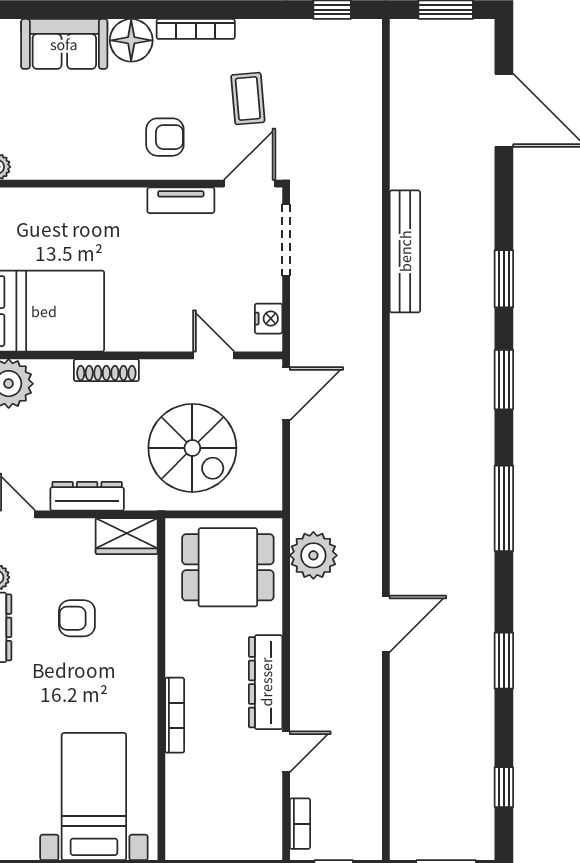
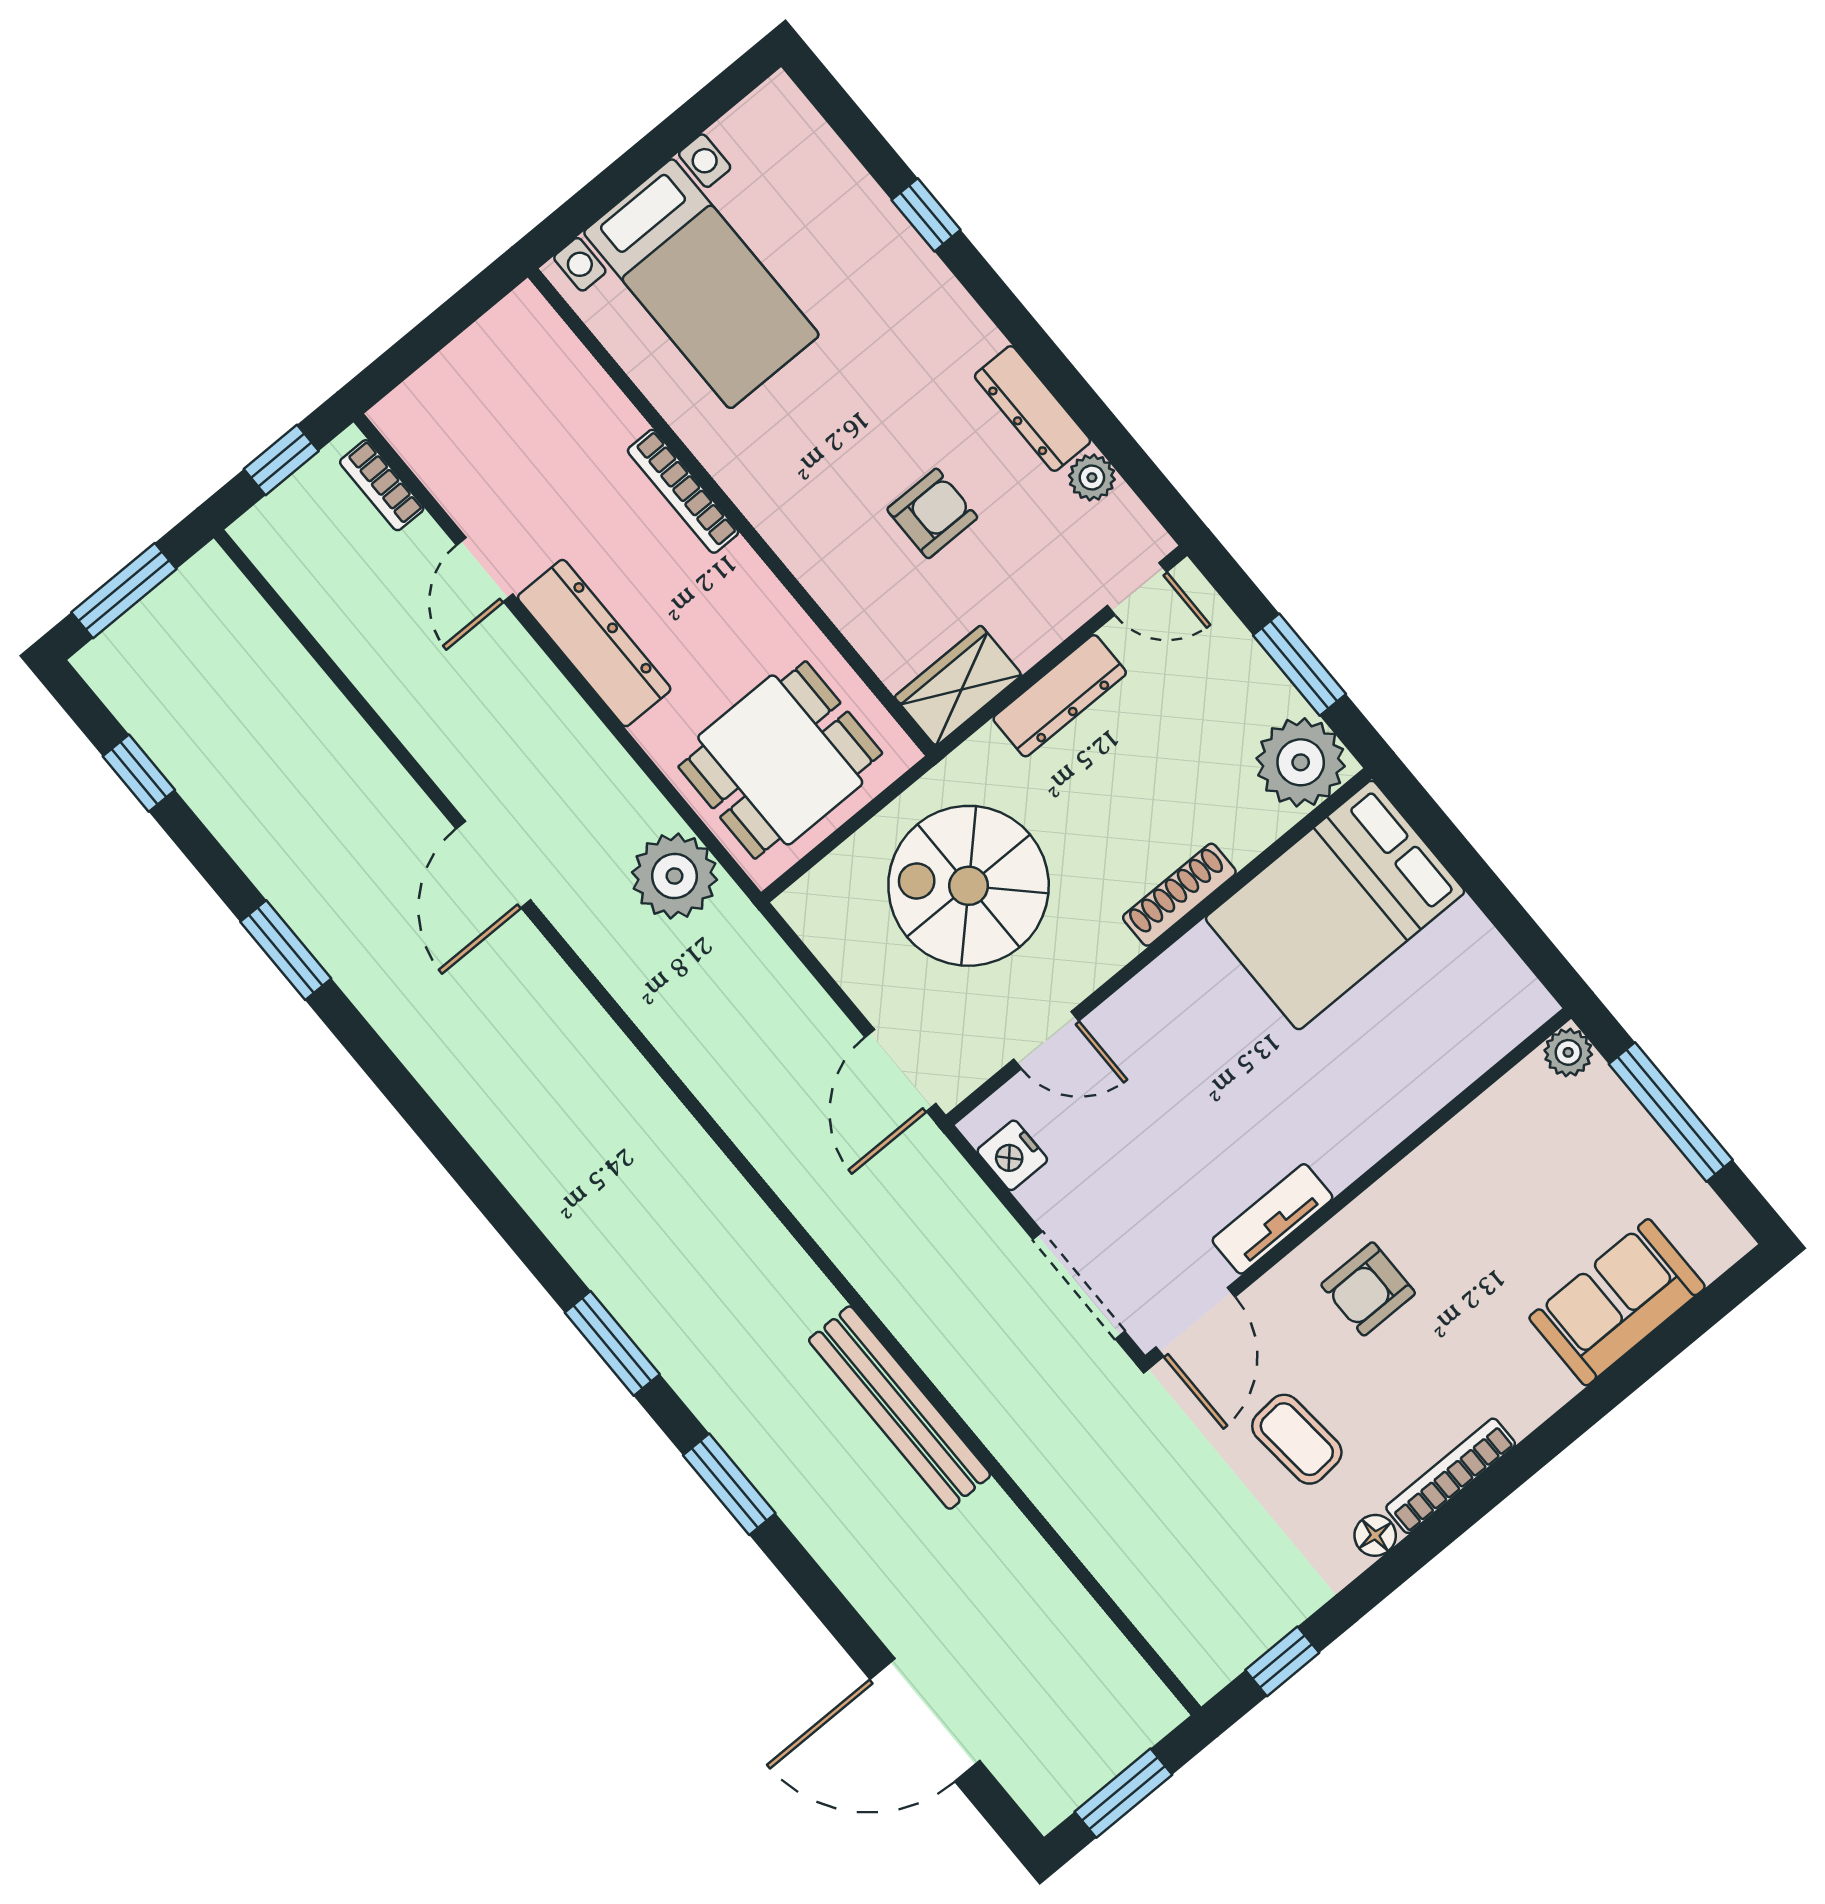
floor lamp: (131, 40) -> (1375, 1535), moved, width x0.53, depth x0.53
window: (504, 508) -> (463, 1163), removed

